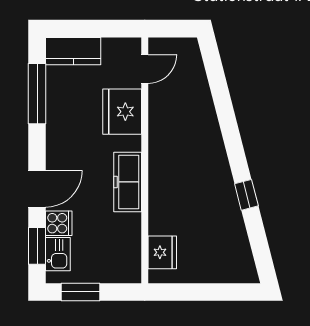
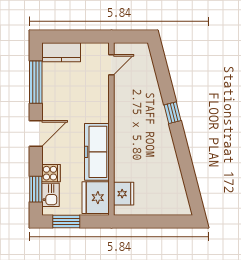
fridge: (122, 112) -> (96, 198), moved
freezer: (128, 182) -> (97, 152), width x1.36, depth x1.26
door: (37, 189) -> (36, 134), moved
window: (246, 195) -> (173, 113), moved

